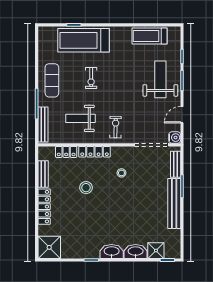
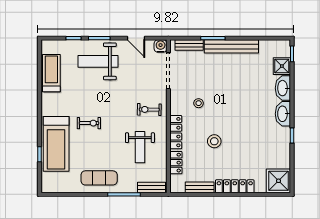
treadmill: (149, 36) -> (51, 73), turned 180
exercise bike: (91, 78) -> (89, 123), moved
bench: (43, 124) -> (152, 187), width x0.73

